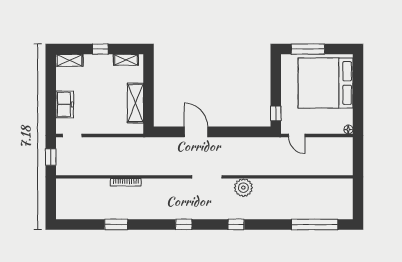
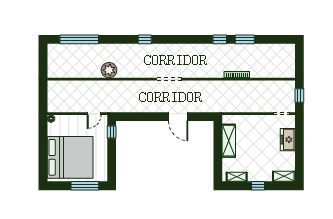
door: (297, 135) -> (94, 114), swing flipped
plant: (243, 188) -> (109, 70), moved
window: (184, 224) -> (220, 39), moved

